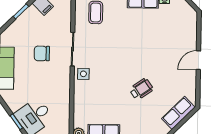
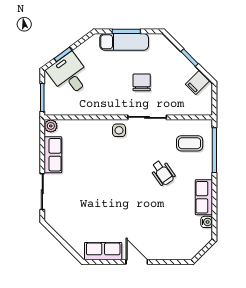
wheelchair: (141, 89) -> (163, 173), moved
row of seats: (178, 113) -> (103, 251), moved, turned -45

